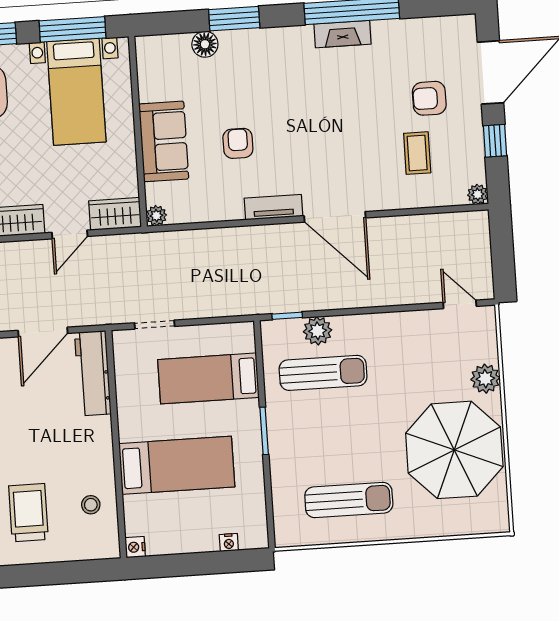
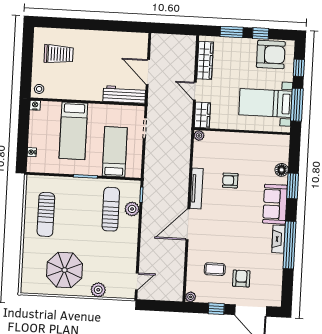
sofa: (164, 141) -> (275, 204), moved, turned 90
armchair: (238, 143) -> (230, 180), turned 180
tv unit: (273, 207) -> (197, 188), width x1.41
sun lounger: (323, 373) -> (111, 209), turned 180
parasol: (454, 450) -> (65, 270), width x0.73, depth x0.73
stool: (91, 505) -> (39, 89), moved

